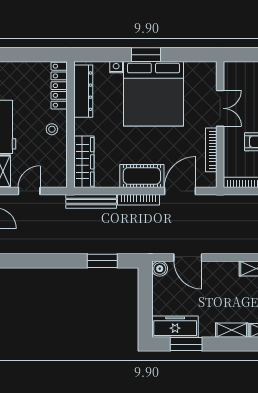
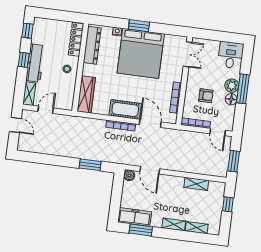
double door: (220, 108) -> (188, 54), moved
door: (180, 191) -> (150, 123), hinge flipped
bench: (91, 201) -> (88, 123), removed

